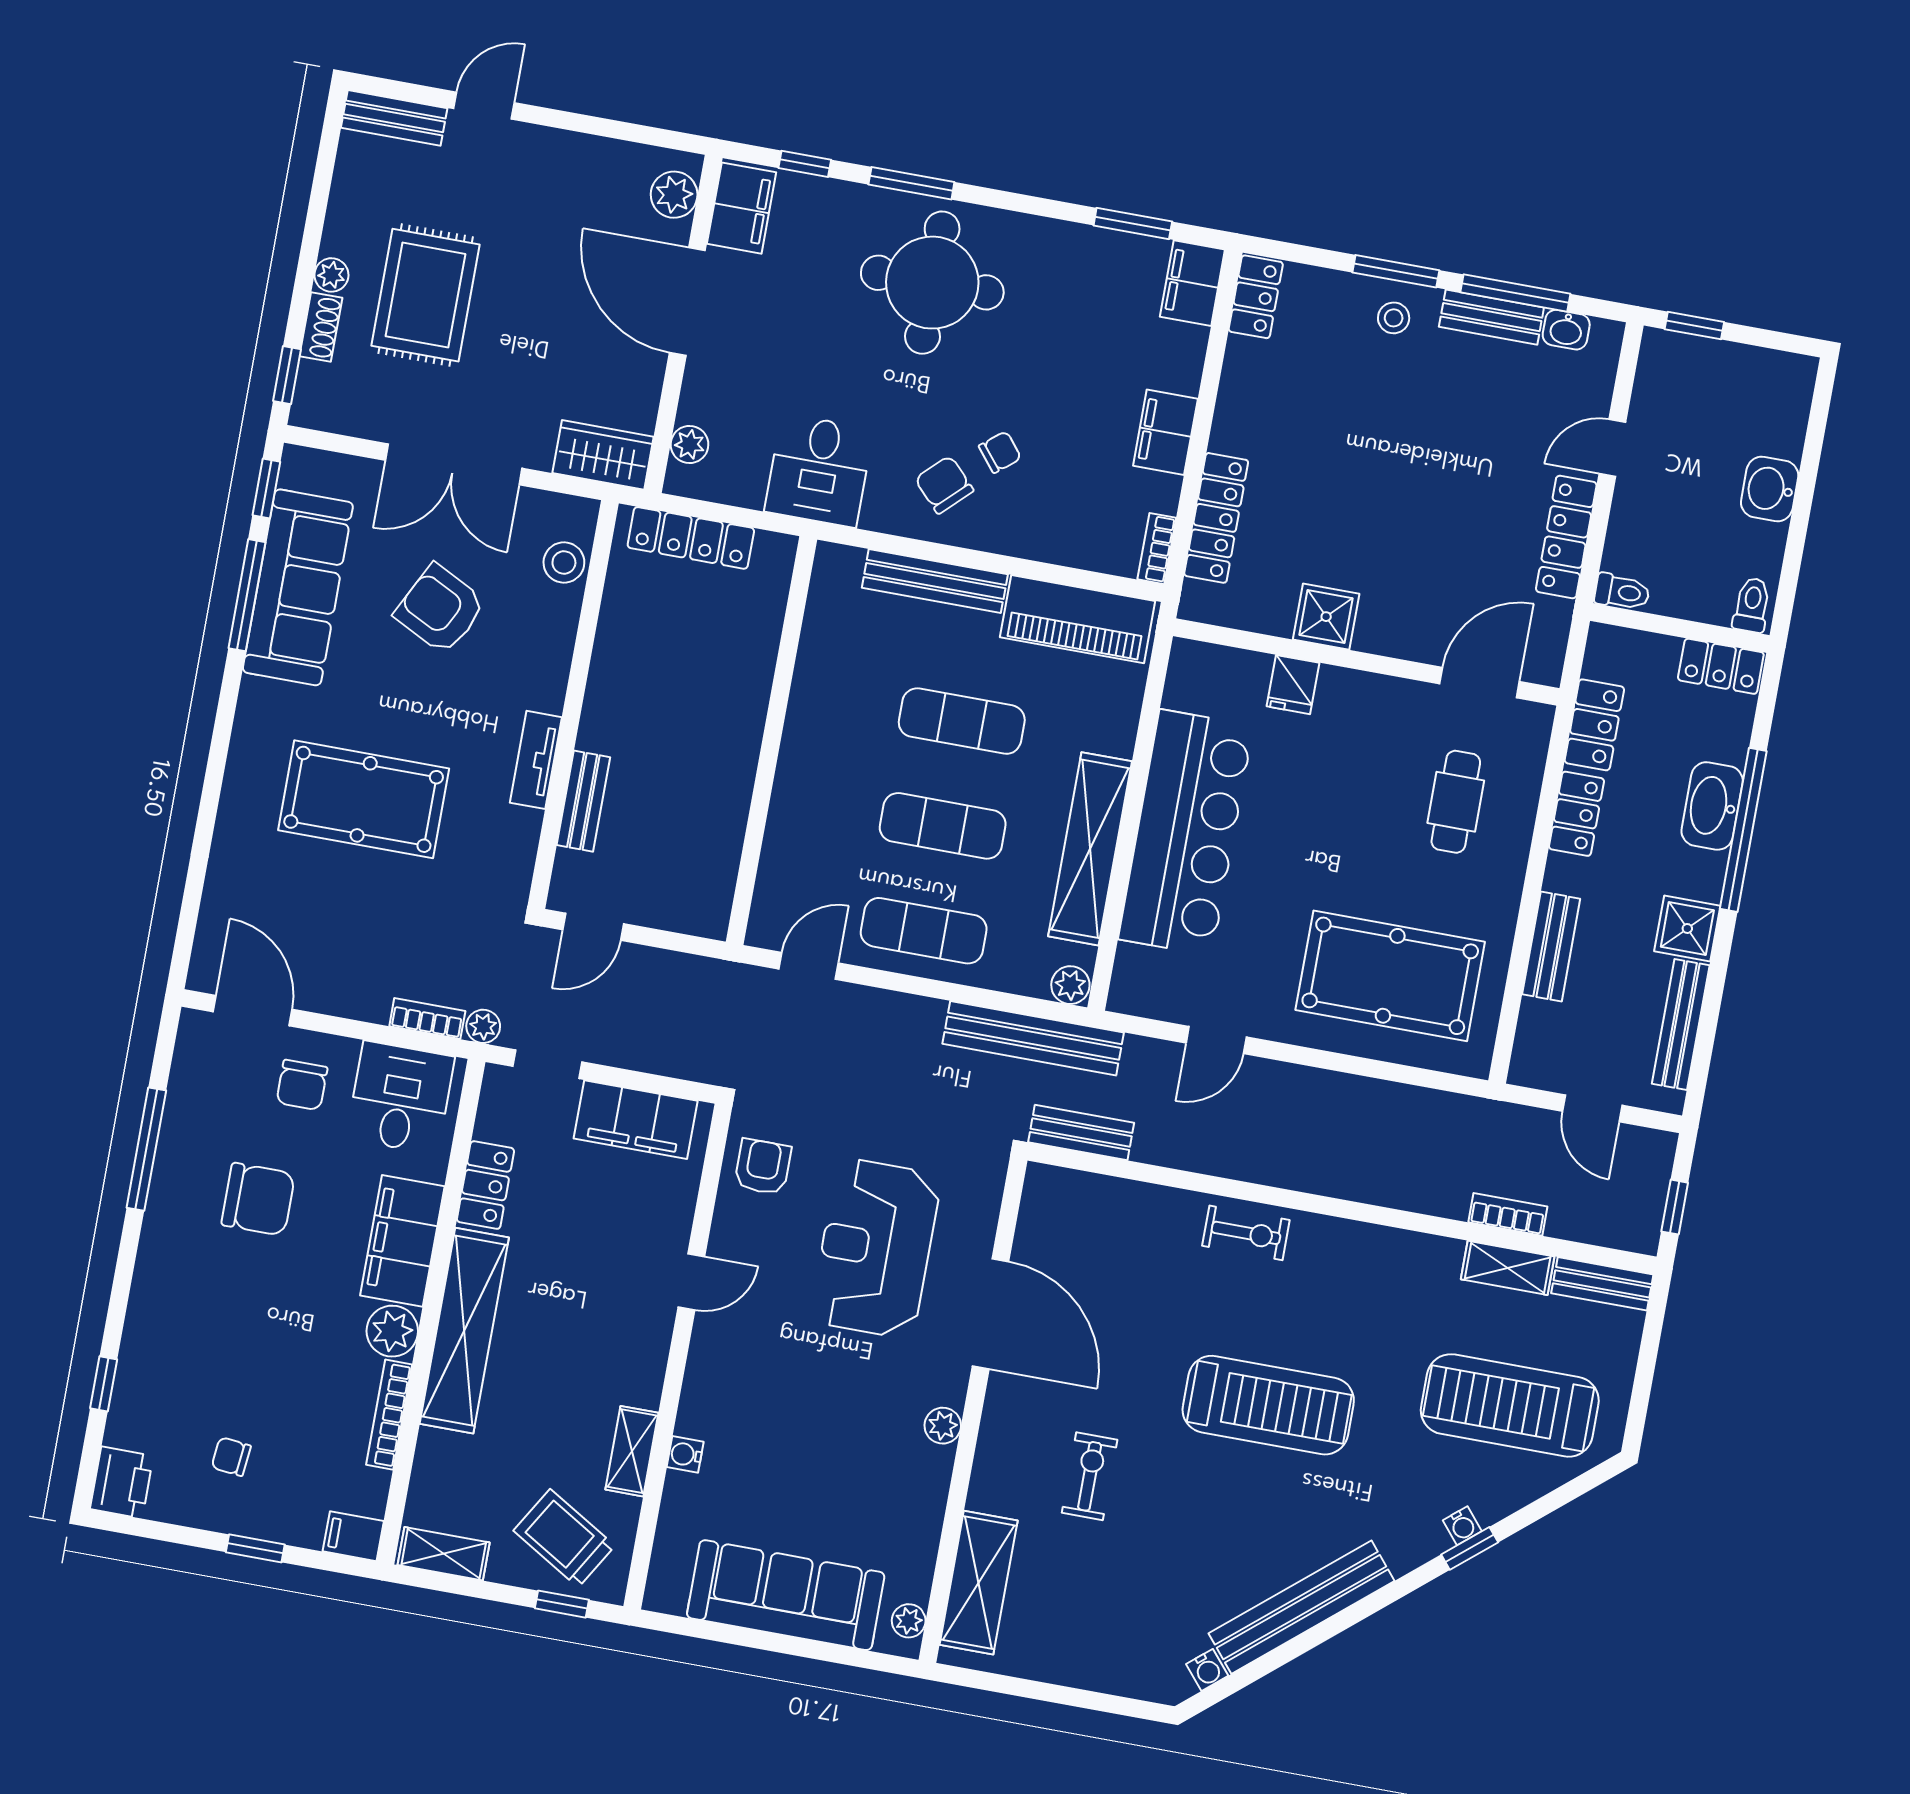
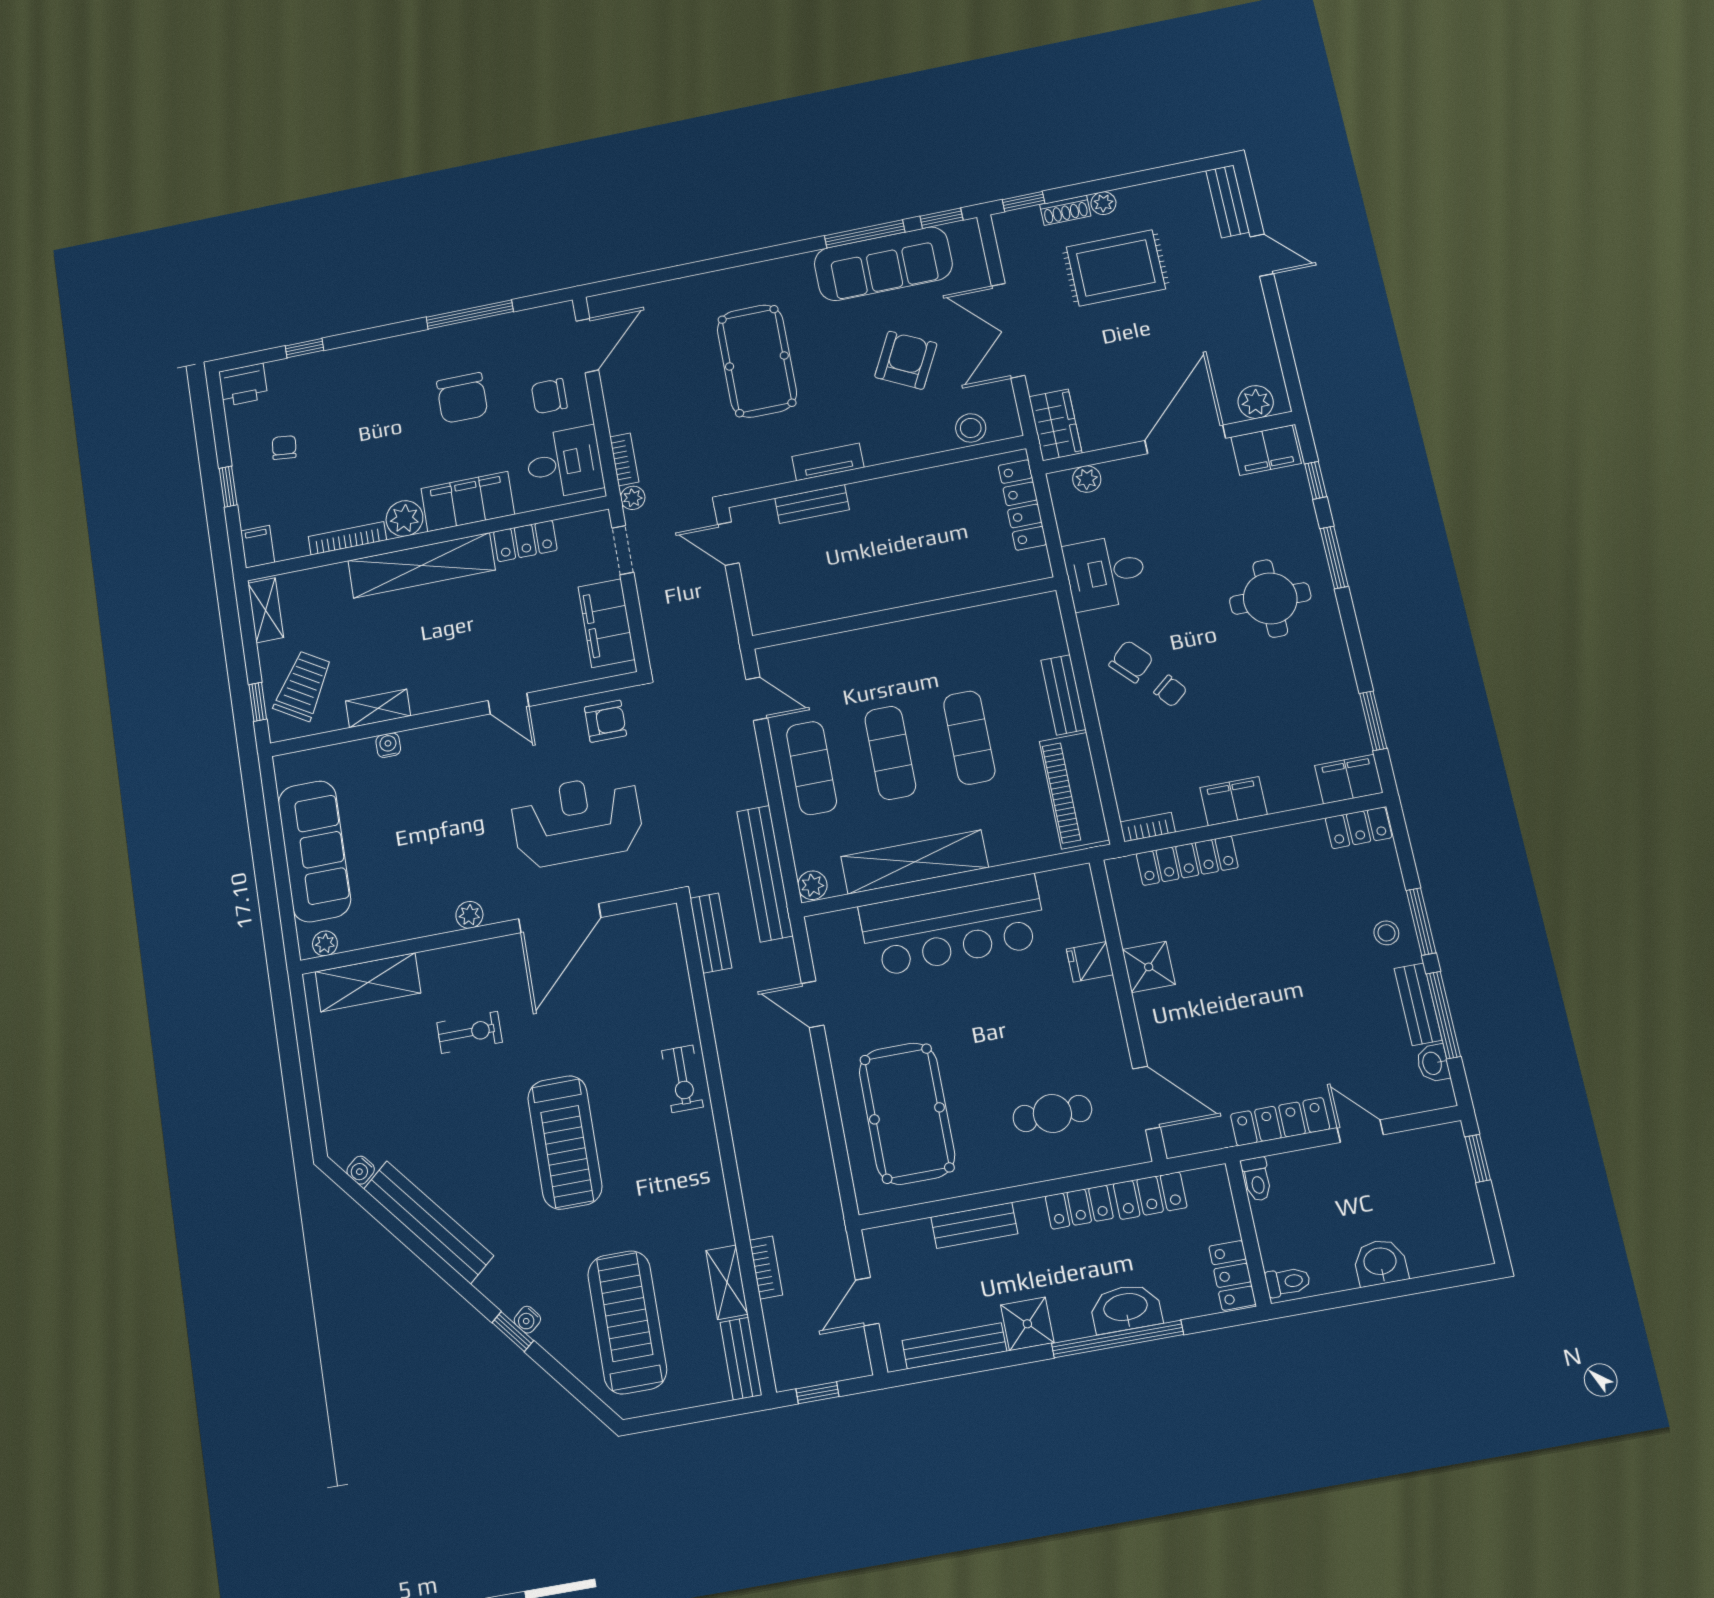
round table: (932, 283) -> (1270, 598), width x0.73, depth x0.73
bench: (935, 581) -> (1063, 695), width x0.73

